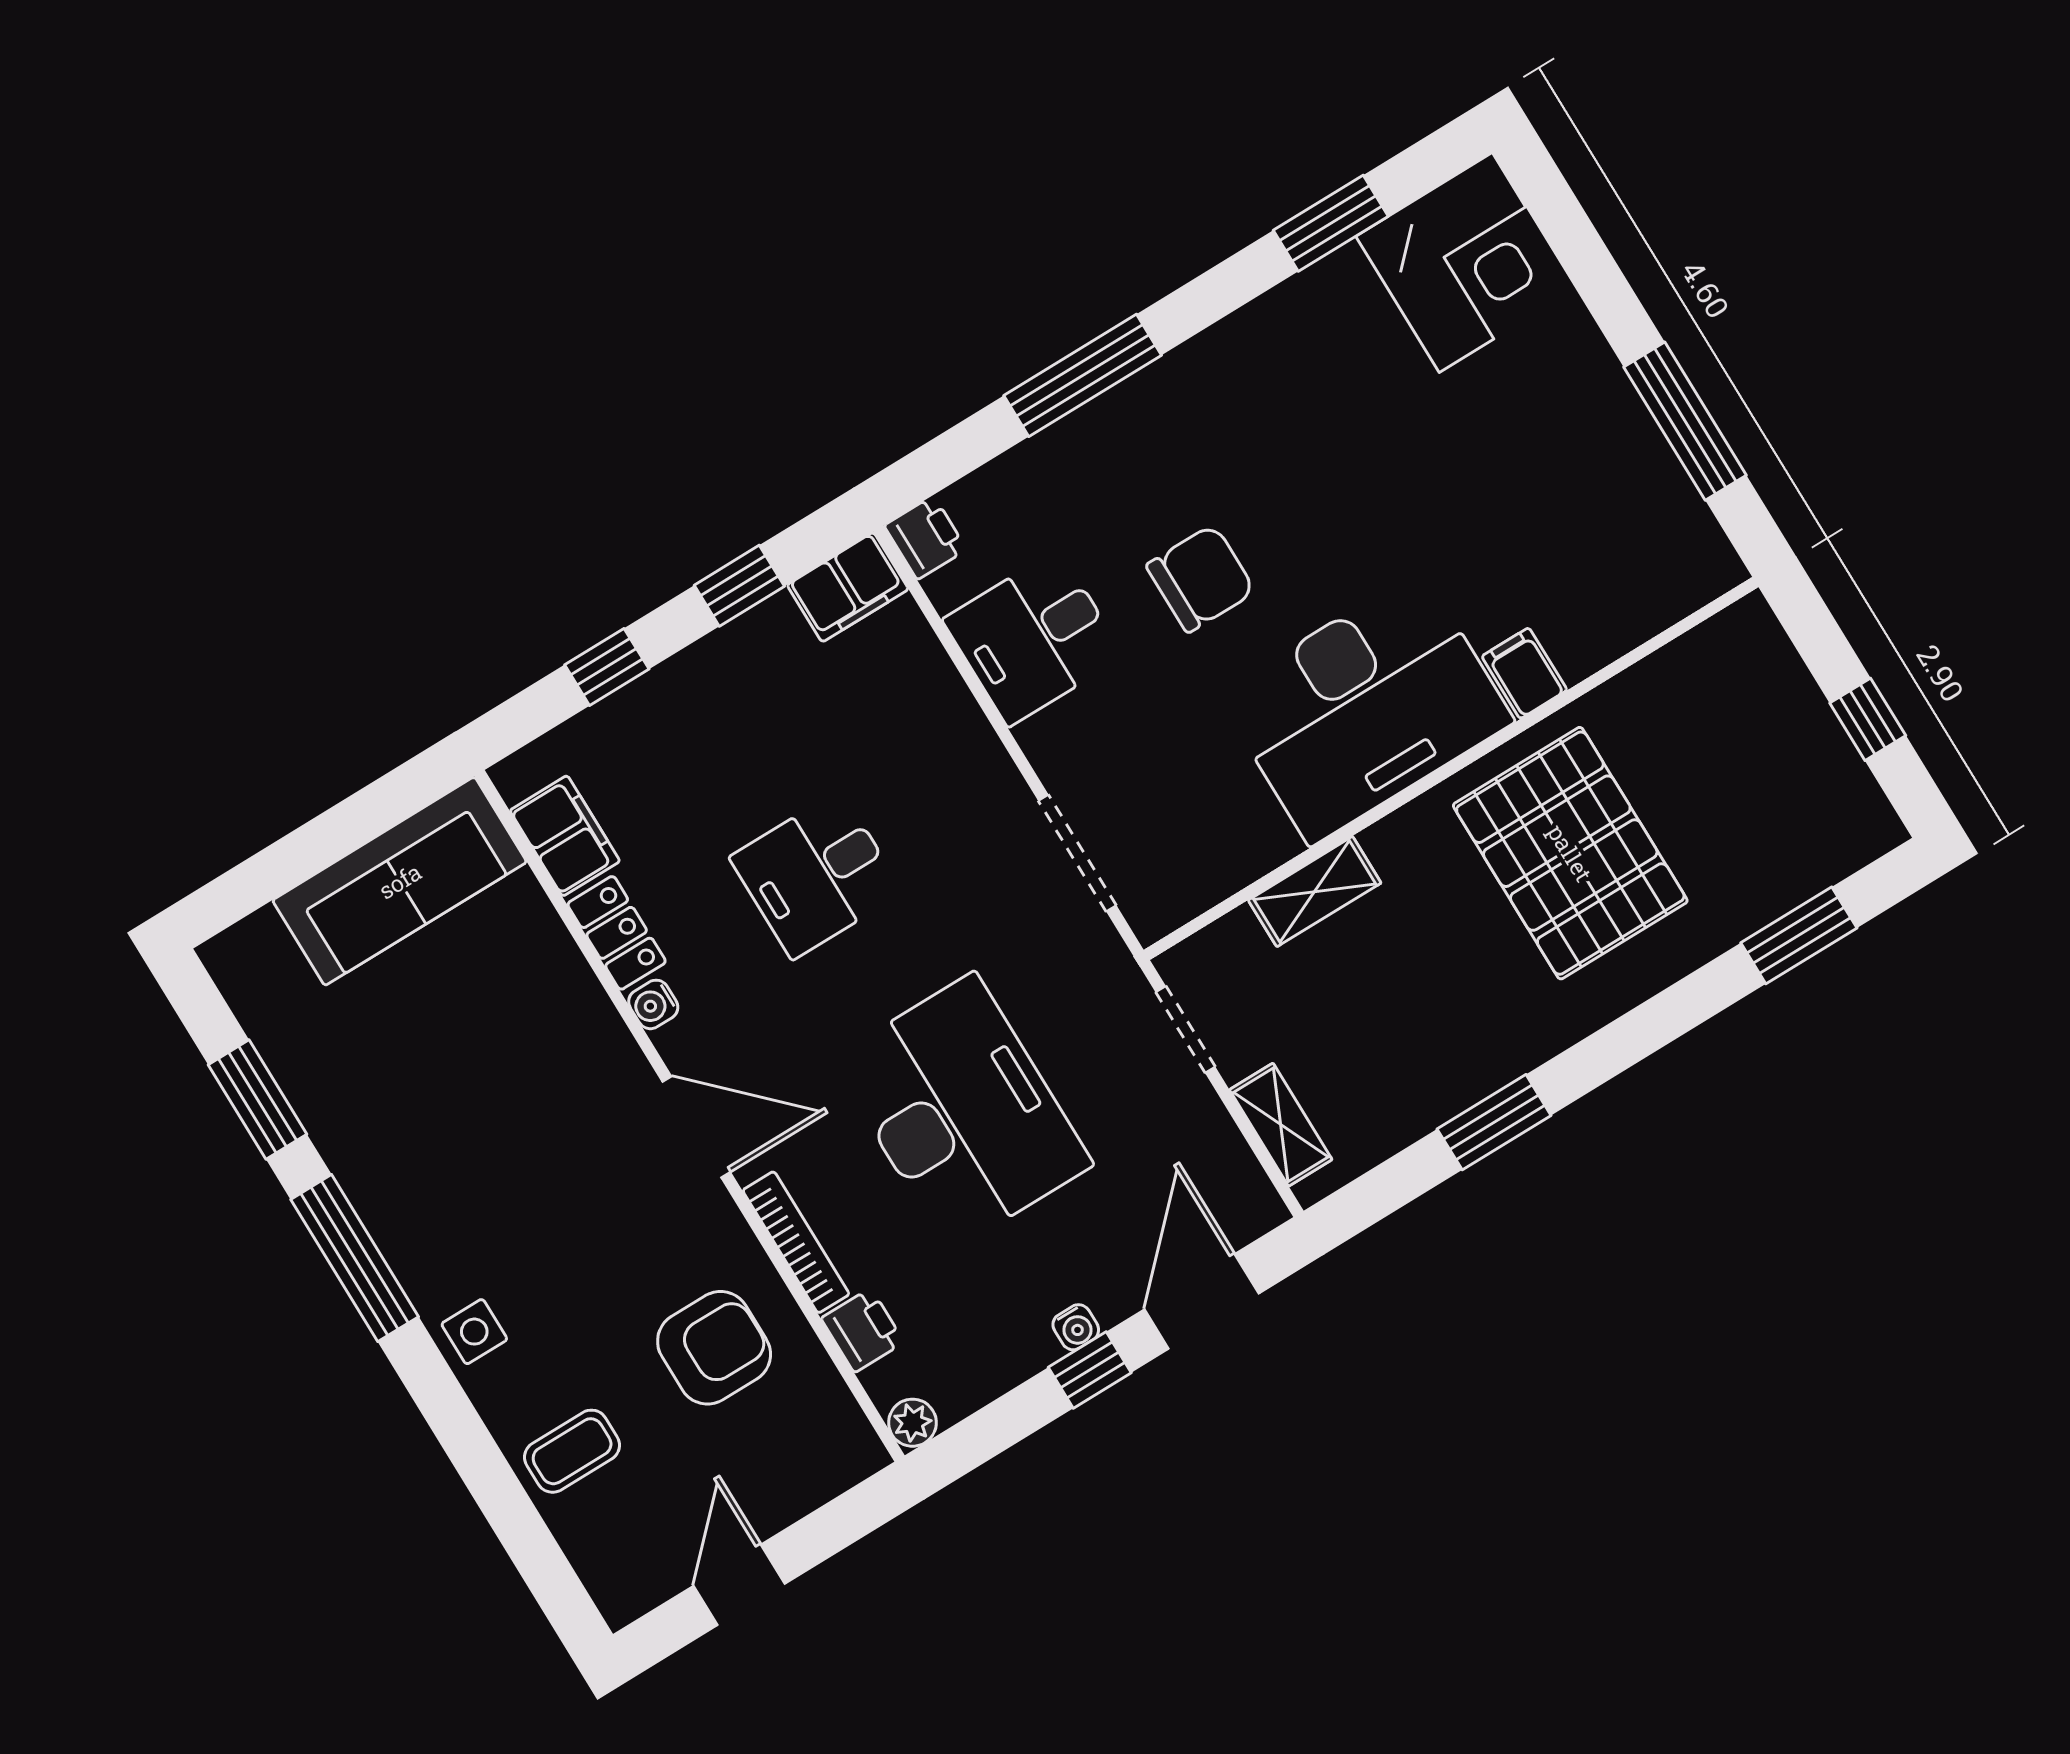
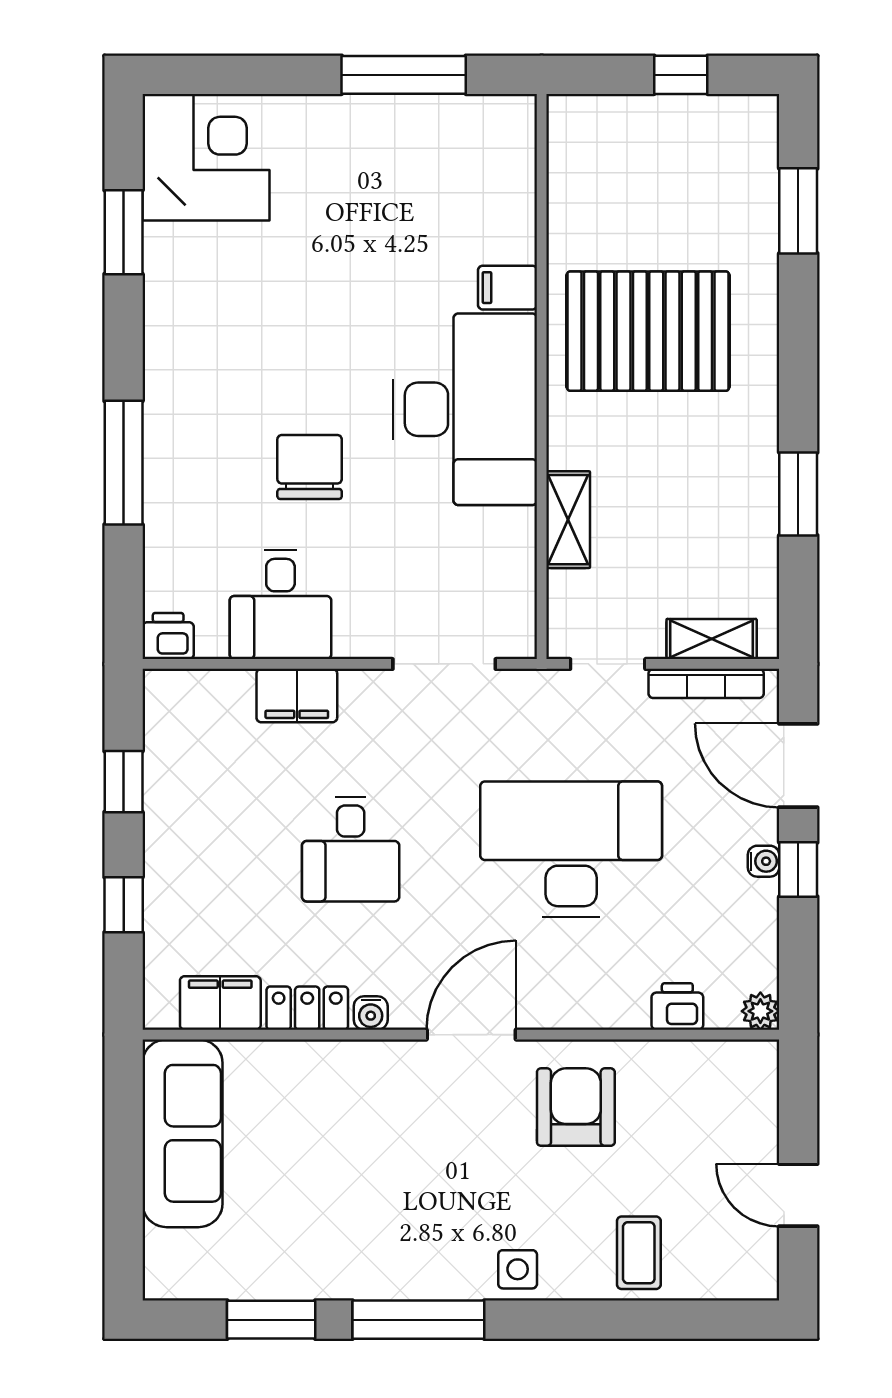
filing cabinet: (848, 587) -> (297, 696), moved, turned 90
bookcase: (796, 1242) -> (706, 683), moved, turned 180
armchair: (714, 1348) -> (576, 1107), moved

